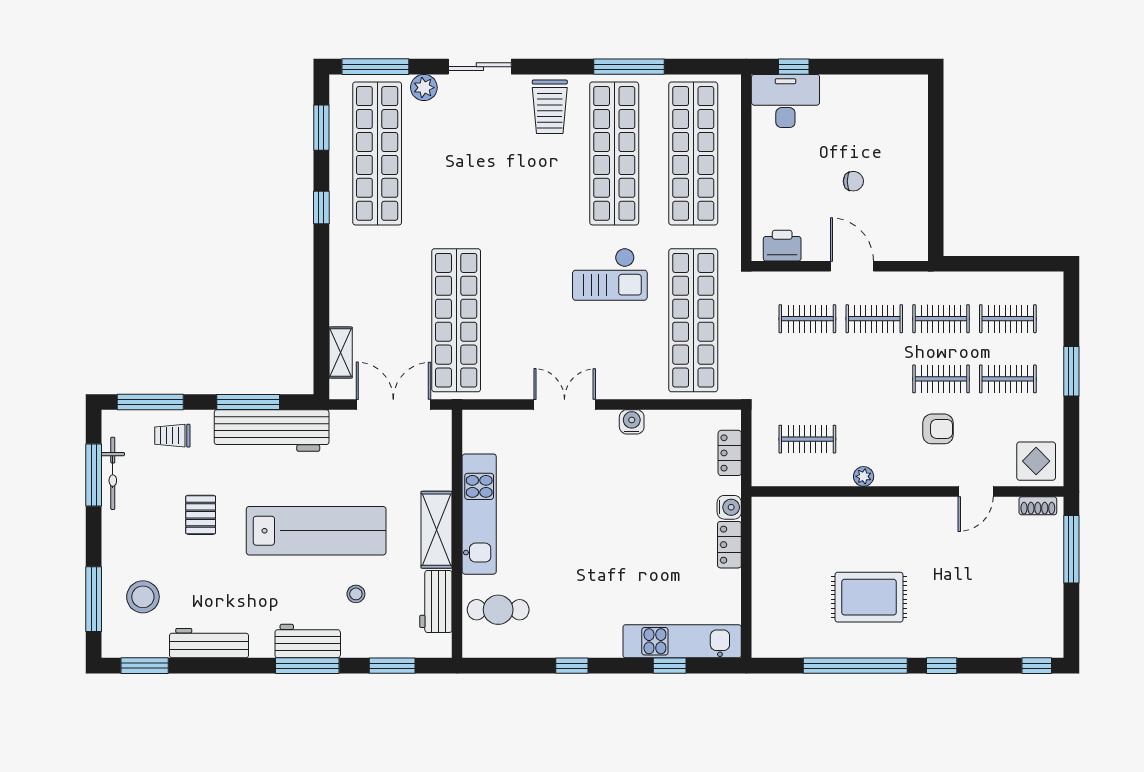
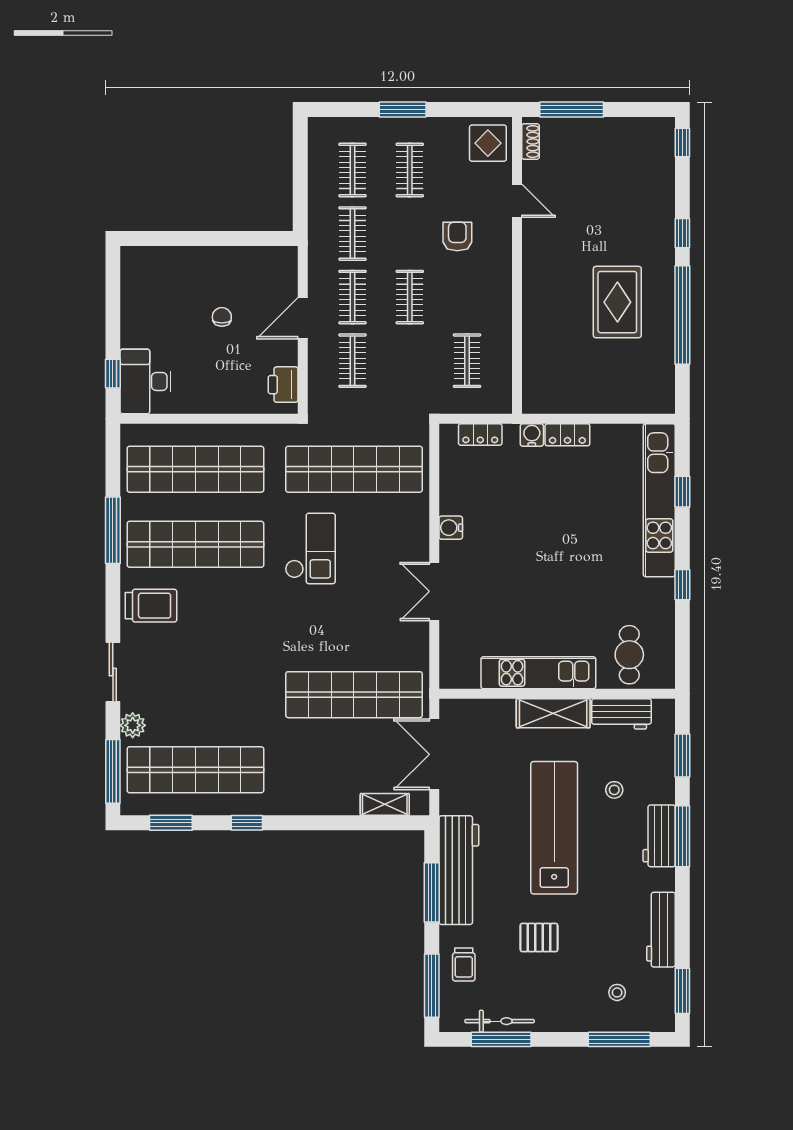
clothes rail: (941, 379) -> (410, 297), moved
plant: (864, 476) -> (503, 307), removed
stool: (143, 597) -> (617, 992), width x0.53, depth x0.53
kitchen unit: (682, 641) -> (659, 500), width x1.36

